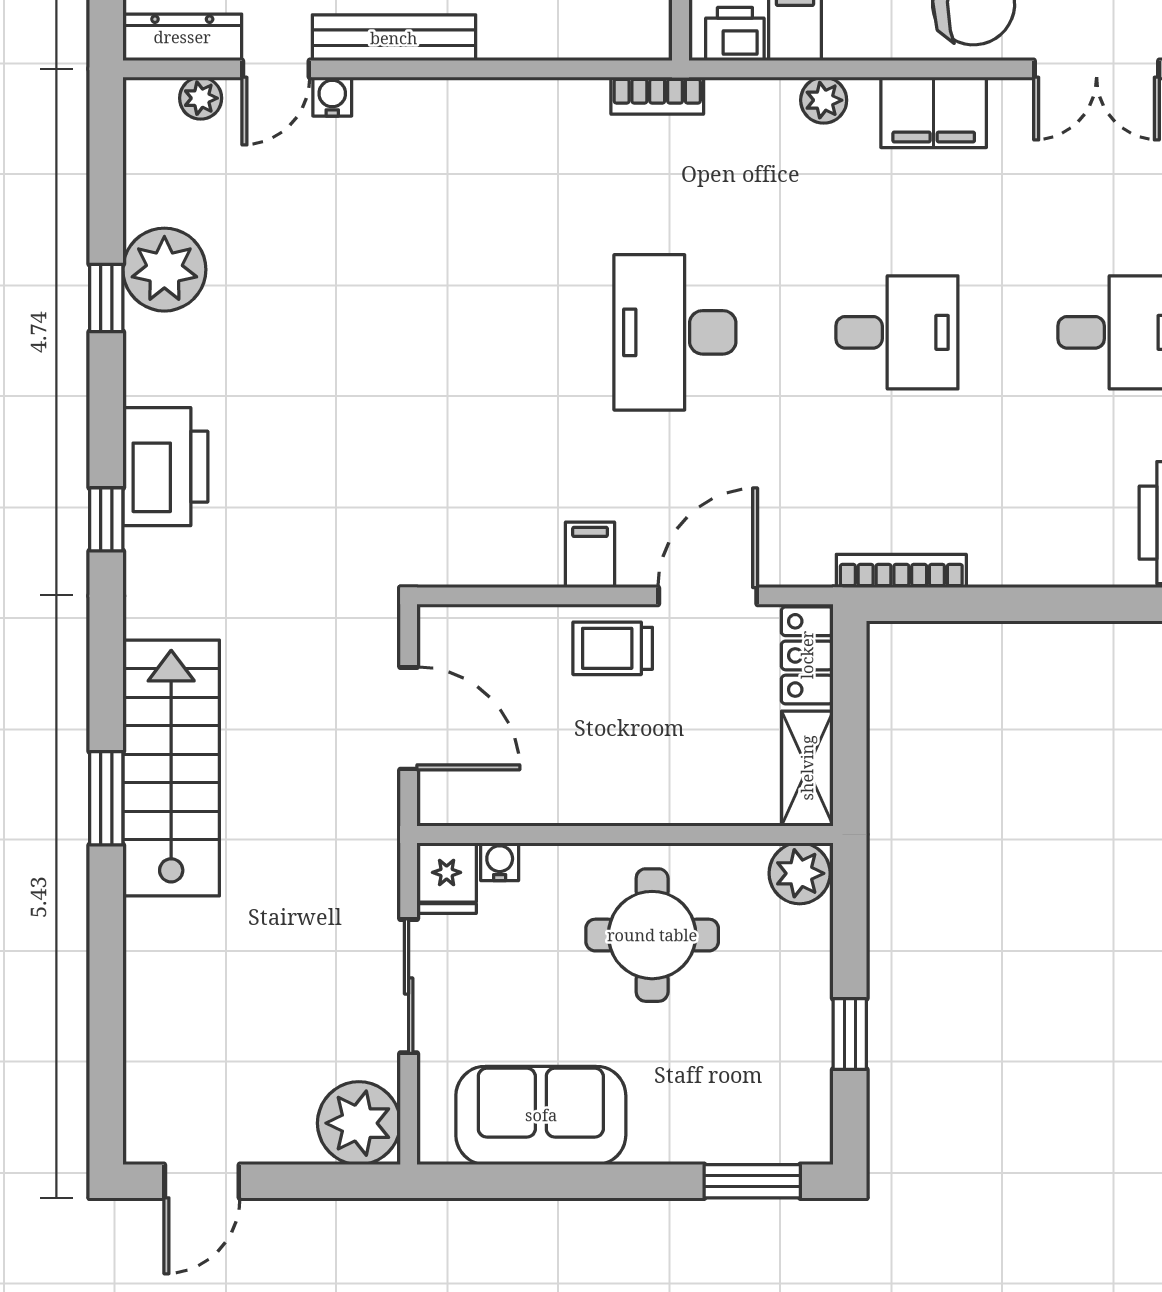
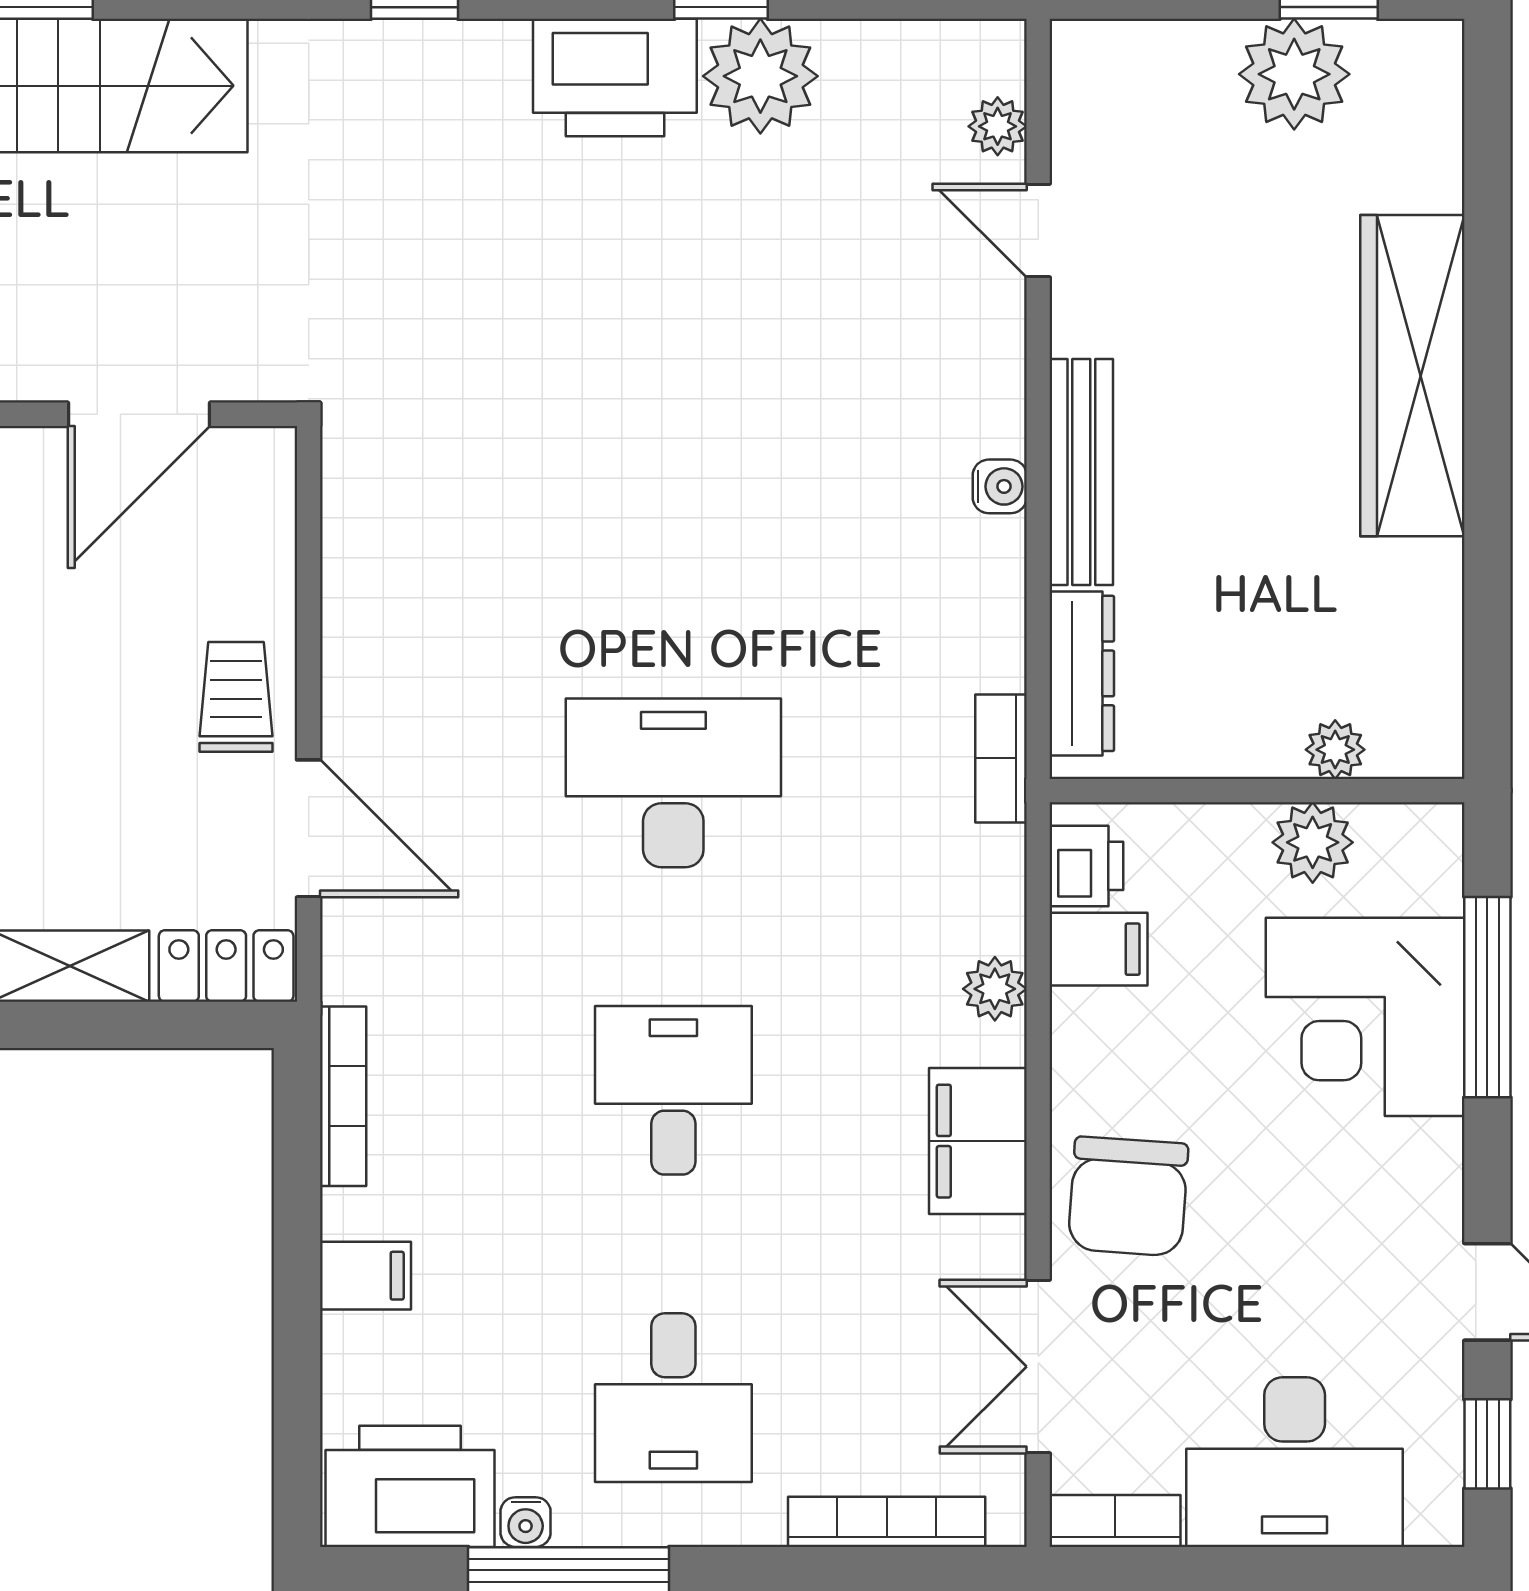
dresser: (182, 37) -> (1082, 673), moved
bench: (394, 38) -> (1081, 472), moved
water cooler: (332, 97) -> (1000, 486), moved
desk: (897, 332) -> (673, 1090), turned 180
printer: (165, 467) -> (615, 78), moved
filing cabinet: (590, 555) -> (365, 1276), moved

